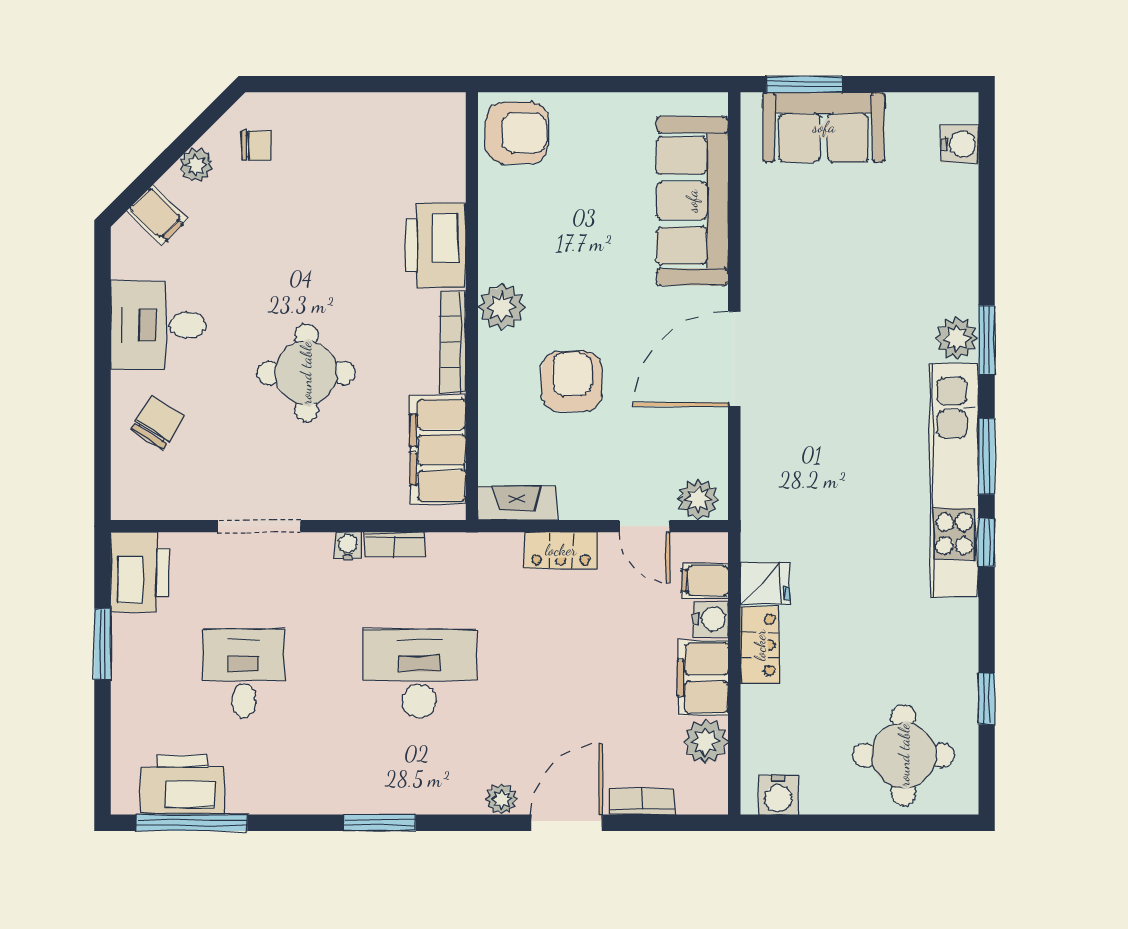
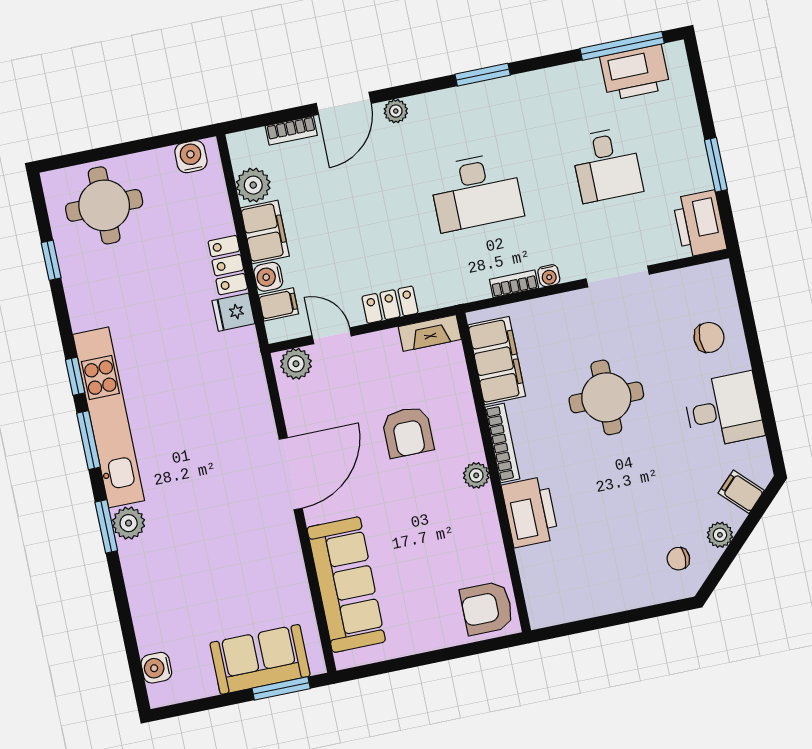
plant: (502, 307) -> (476, 475), width x0.73, depth x0.73
chair: (158, 423) -> (709, 337), turned -122

